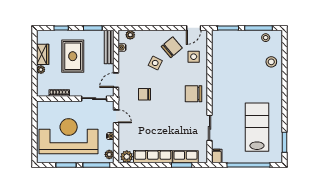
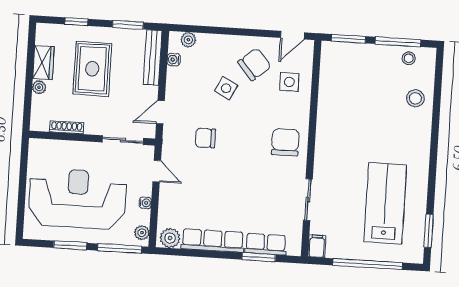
chair: (194, 94) -> (285, 142), turned 90

